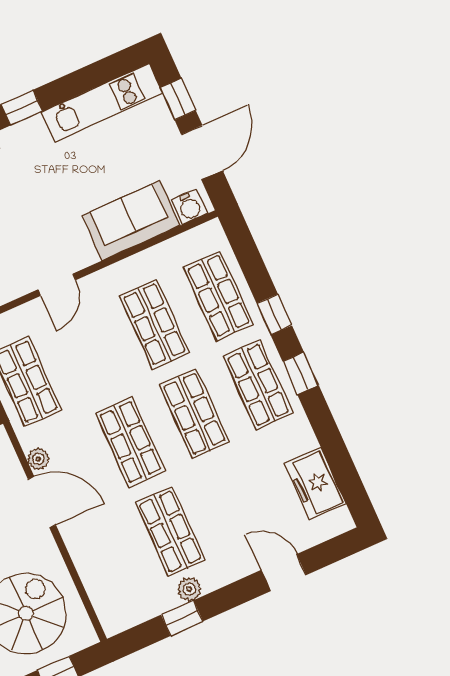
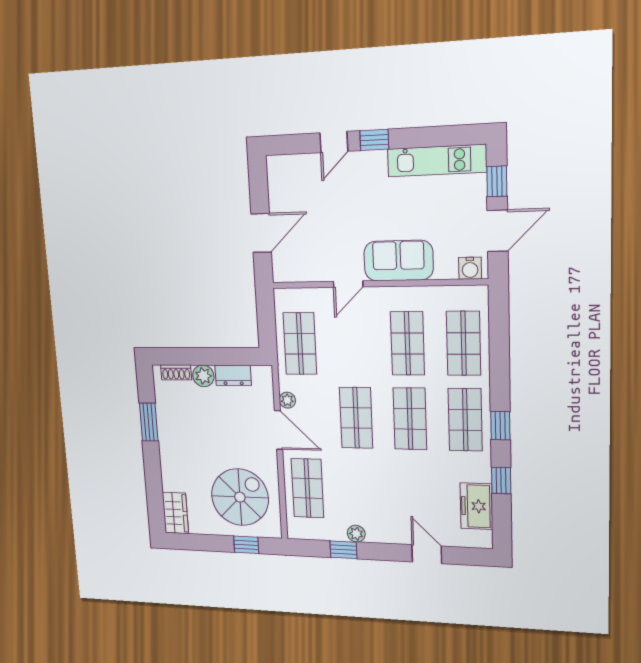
sofa: (131, 221) -> (398, 261), moved
window: (274, 314) -> (501, 480), moved
shop shelf: (170, 531) -> (307, 488), moved

